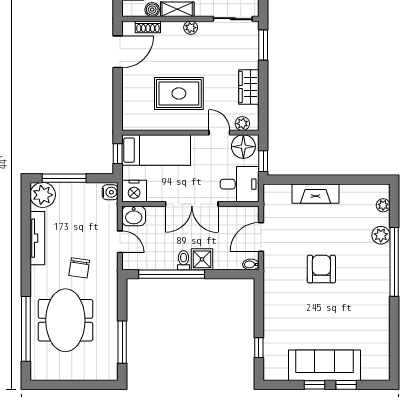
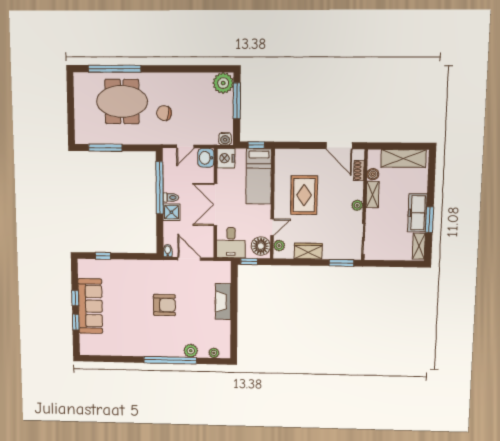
tv unit: (37, 238) -> (188, 78), removed

